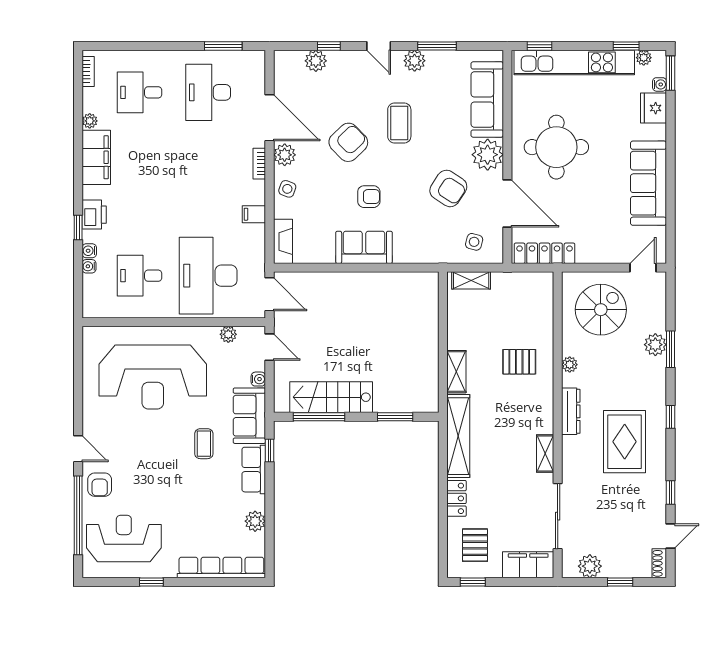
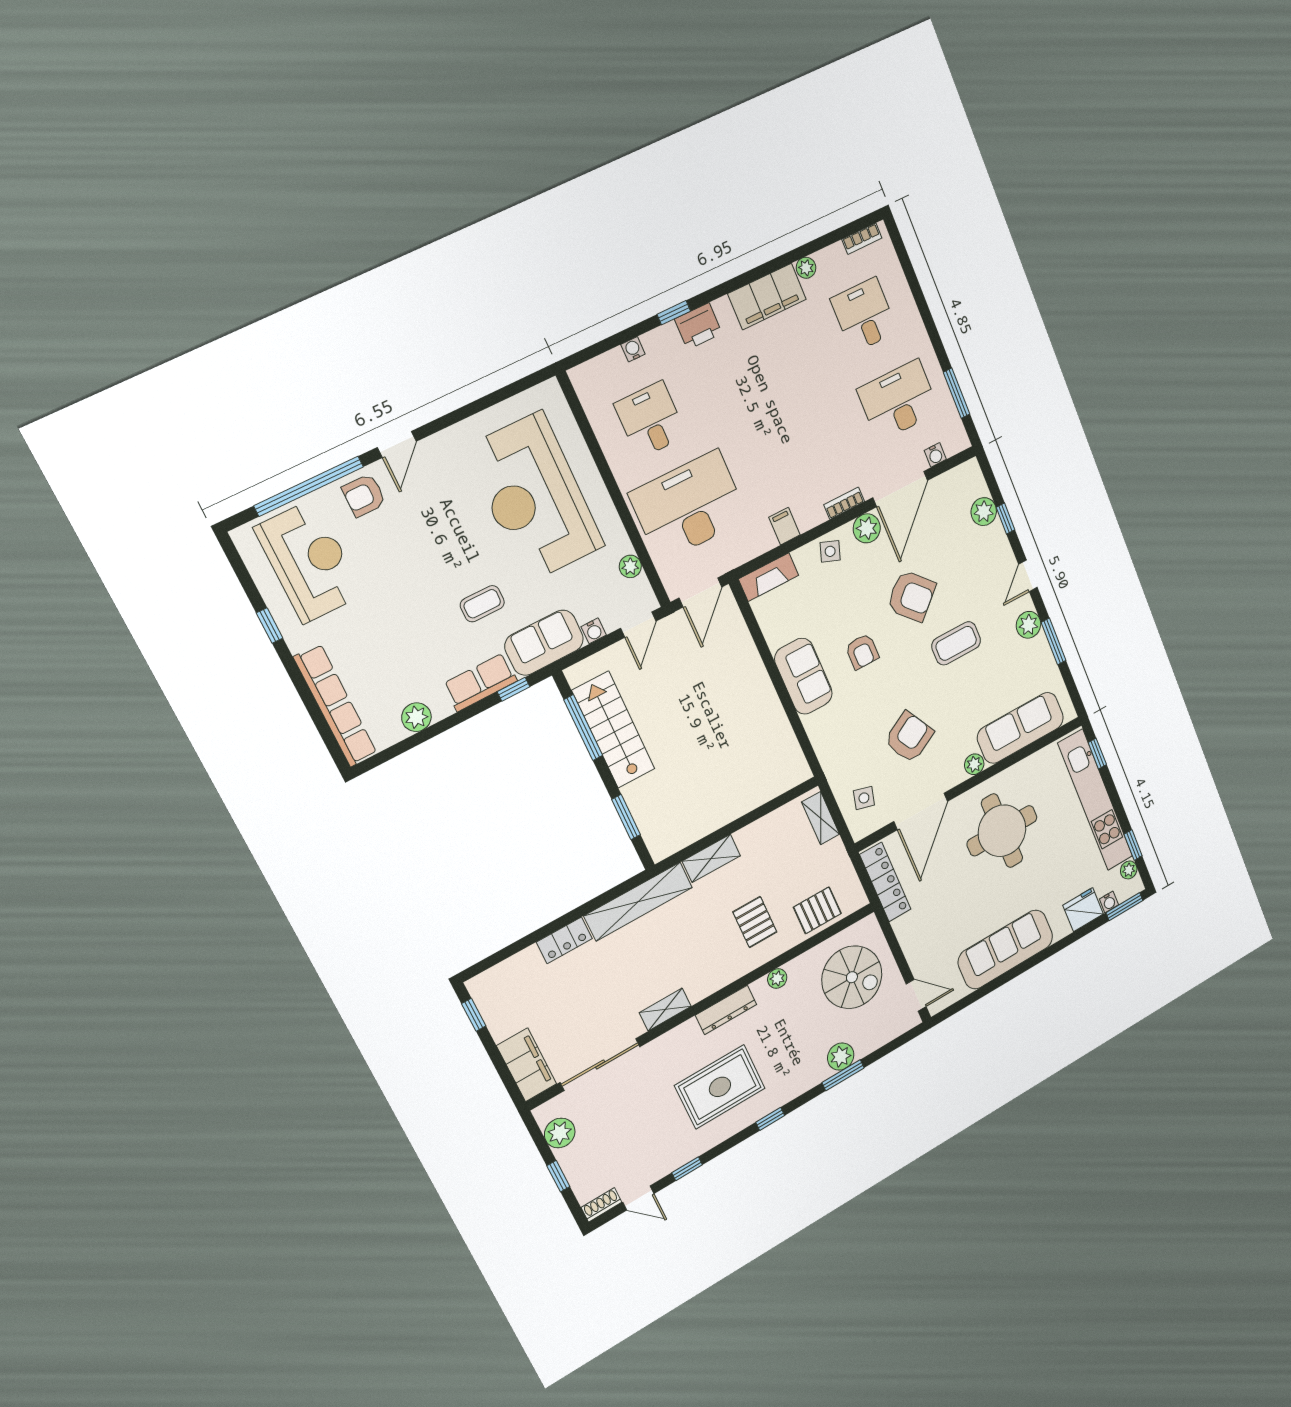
plant: (488, 155) -> (974, 764), width x0.53, depth x0.53
armchair: (448, 188) -> (909, 737), turned -152
water cooler: (89, 251) -> (935, 455), moved, turned 180
pallet: (475, 545) -> (817, 910), moved

